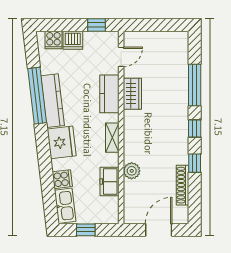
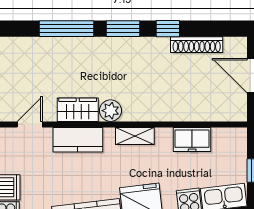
door: (121, 57) -> (30, 124), hinge flipped
window: (195, 128) -> (123, 29), width x1.50
plant: (132, 171) -> (111, 111), moved

